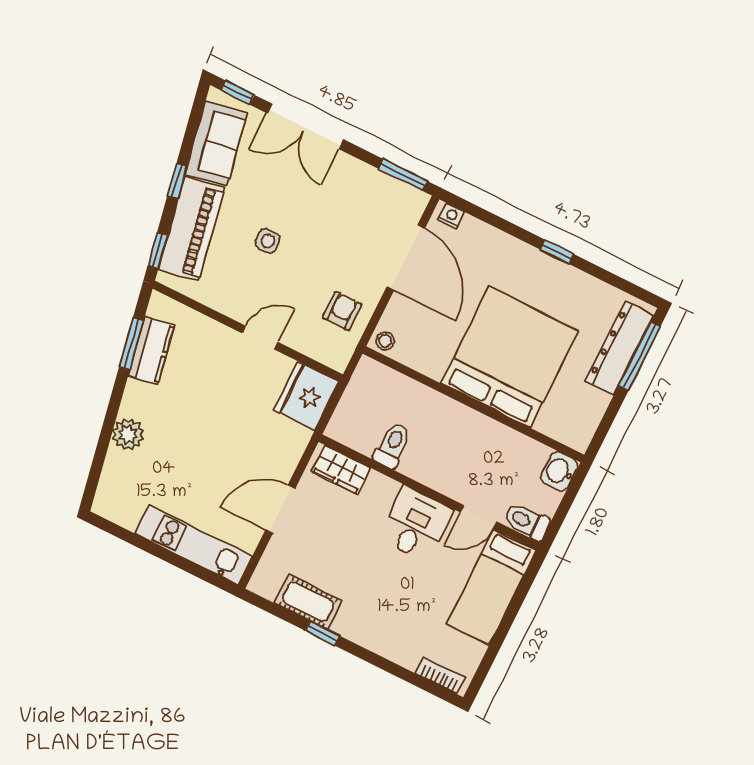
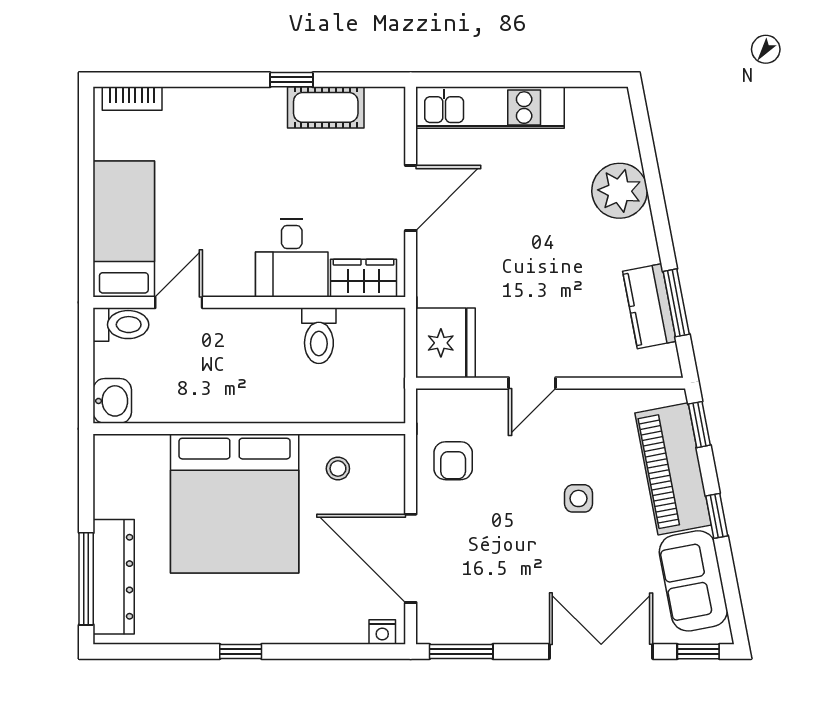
stool: (385, 341) -> (338, 469), moved
plant: (128, 434) -> (620, 191), width x1.36, depth x1.36
desk: (416, 524) -> (292, 258), moved

